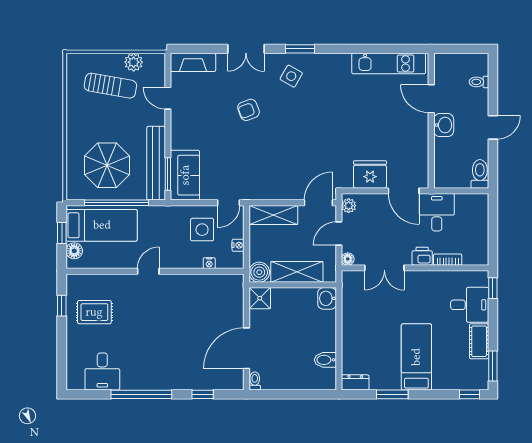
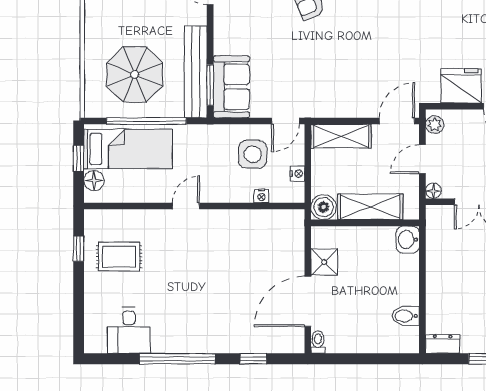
shower: (260, 298) -> (324, 262), moved

